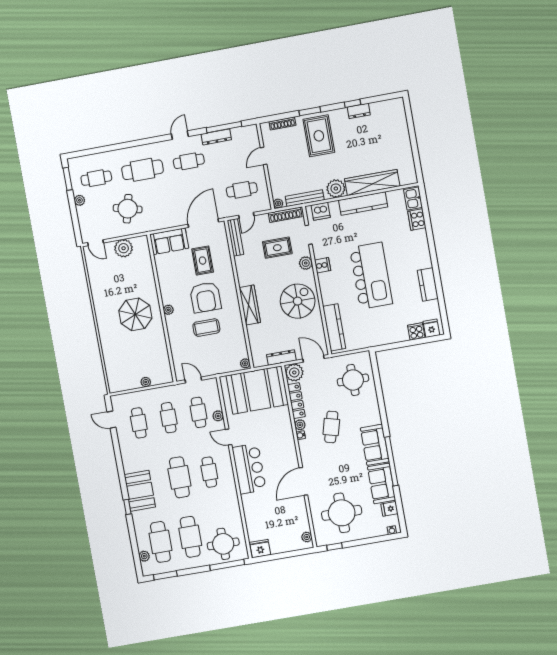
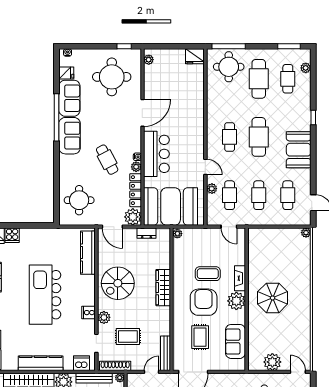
sofa: (169, 241) -> (235, 341), moved, turned -90
plant: (168, 310) -> (236, 301), width x1.88, depth x1.88
fireplace: (172, 329) -> (240, 278), added
dresser: (281, 358) -> (147, 233), width x0.70
plant: (146, 382) -> (306, 233), moved
cafe table: (331, 427) -> (107, 160), turned -43
bar counter: (249, 469) -> (156, 154), moved, turned 180
booth: (140, 491) -> (299, 150), moved
cafe table: (160, 542) -> (288, 79), width x0.73, depth x0.74

